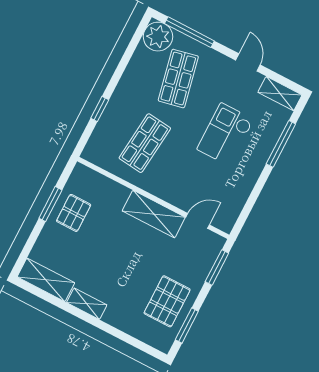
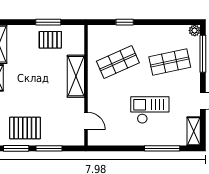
plant: (158, 37) -> (195, 30), width x0.53, depth x0.53
shop shelf: (145, 143) -> (118, 62), turned -30
shelving: (154, 214) -> (76, 76), moved
window: (217, 267) -> (49, 148), moved

